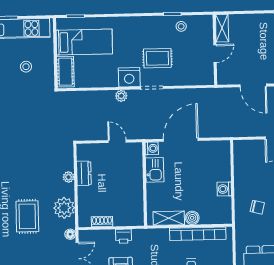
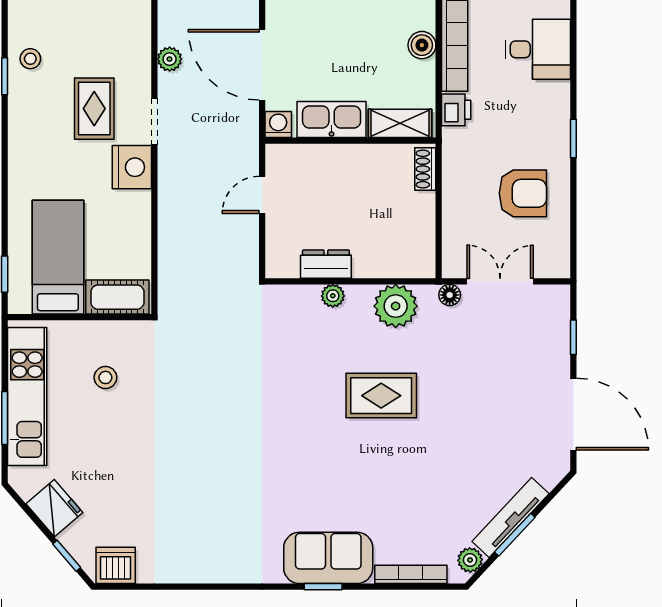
plant: (121, 96) -> (170, 59), moved
kitchen sink: (155, 170) -> (332, 120), width x1.38
rug: (27, 216) -> (381, 396), moved
shelving: (169, 218) -> (400, 123), moved, turned 90
shoe rack: (102, 222) -> (425, 169), moved
printer: (123, 236) -> (456, 110), moved

